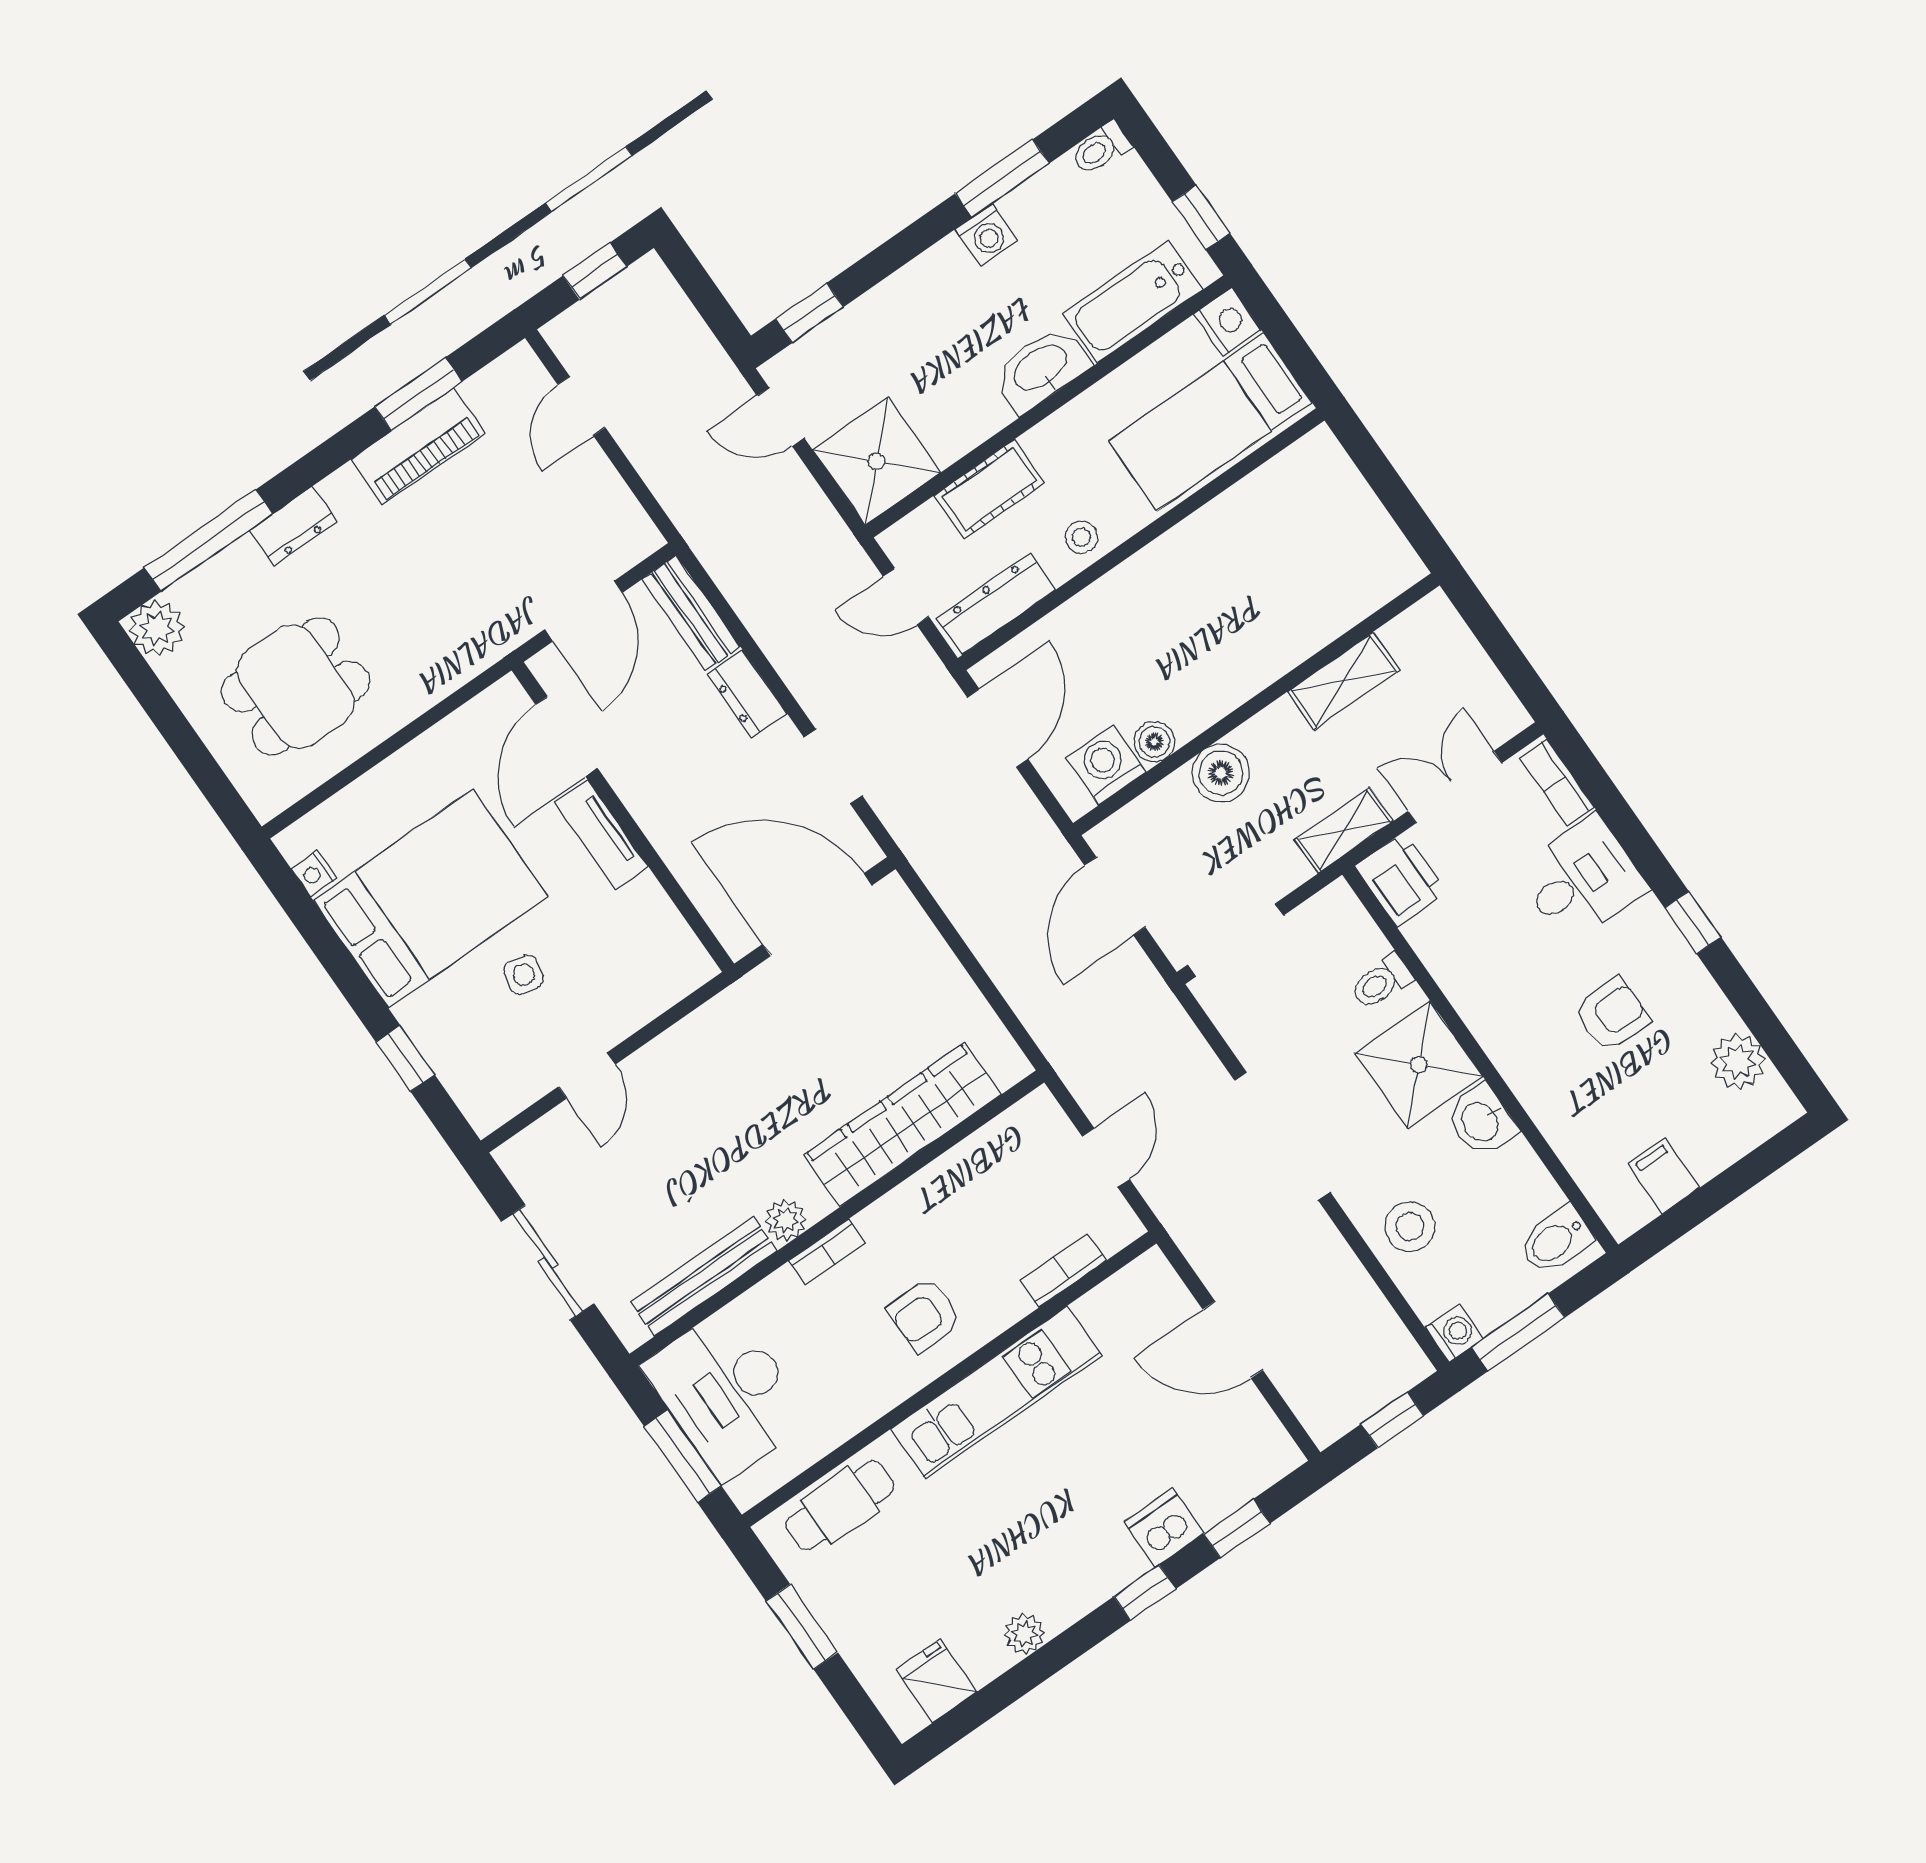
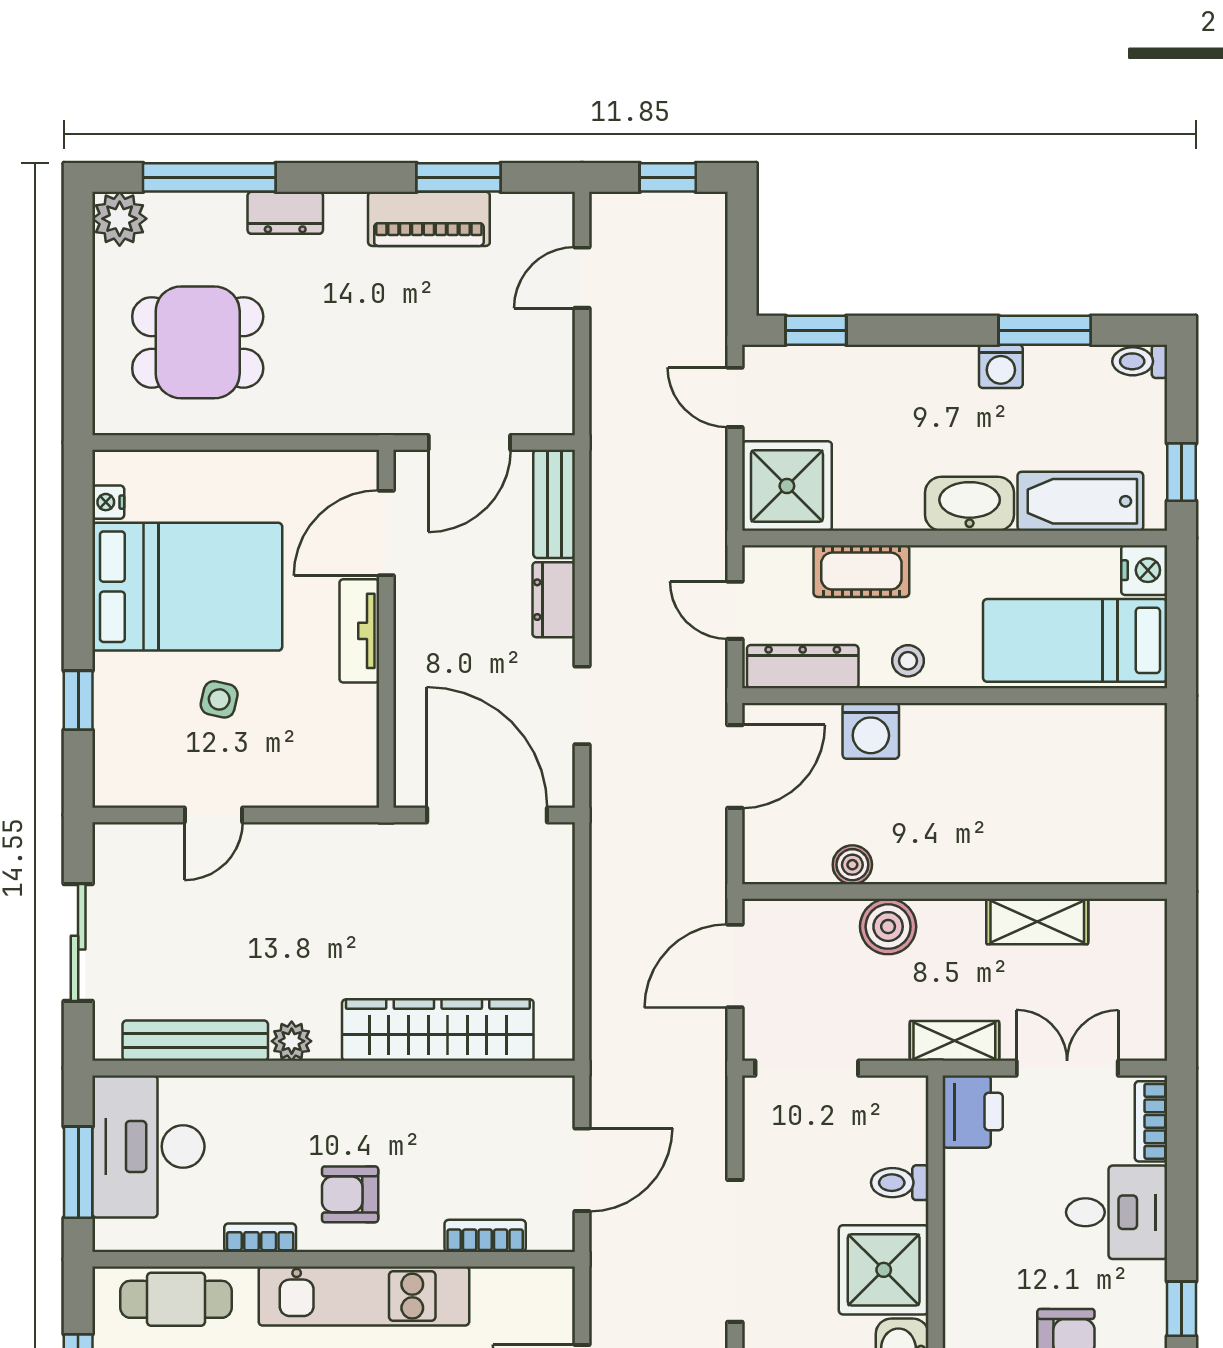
washing machine: (1106, 765) -> (871, 731), moved, turned 180
door: (1106, 1158) -> (582, 1170), width x1.38
bookcase: (827, 1252) -> (260, 1238), moved, turned 180

